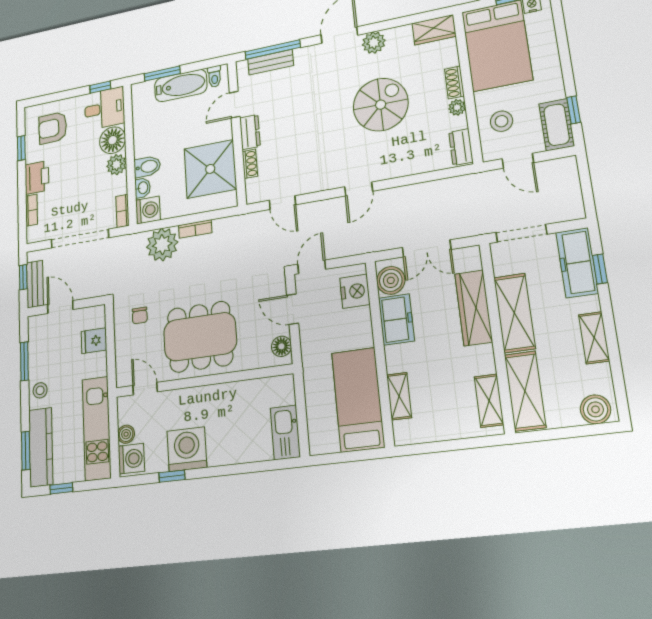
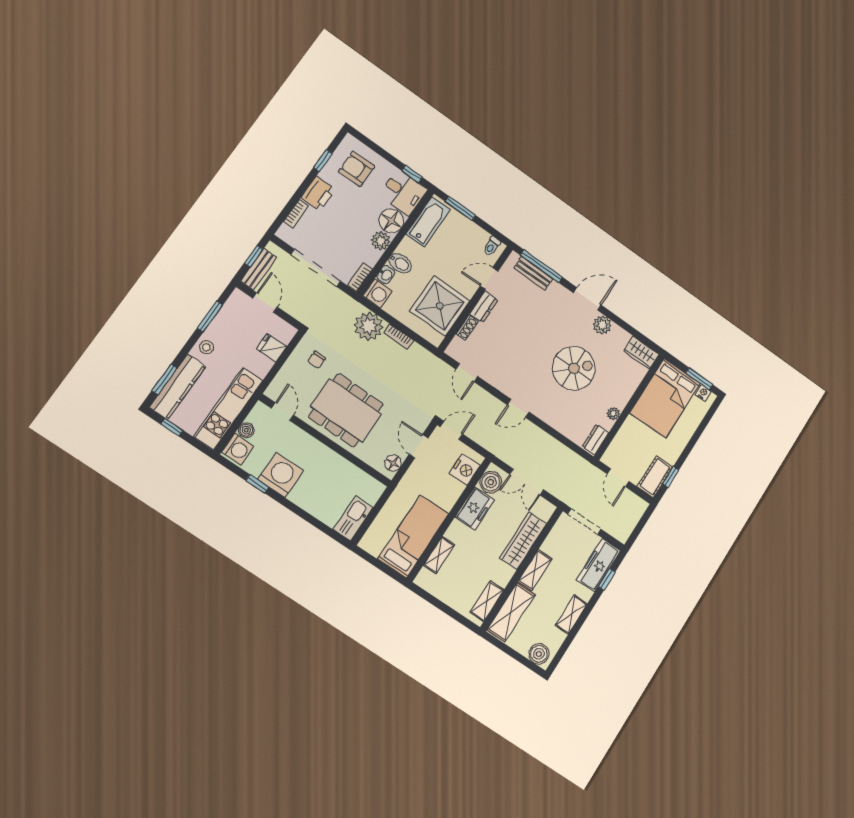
shoe rack: (454, 83) -> (625, 397), removed
bathtub: (181, 86) -> (428, 222), moved, turned -90
stool: (501, 121) -> (629, 446), removed
shelving: (514, 313) -> (535, 570), width x0.67, depth x0.75

